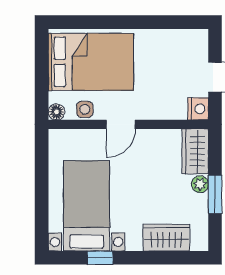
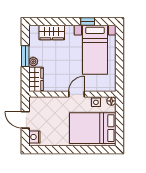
nightstand: (198, 109) -> (34, 137), moved

